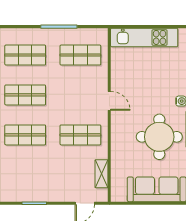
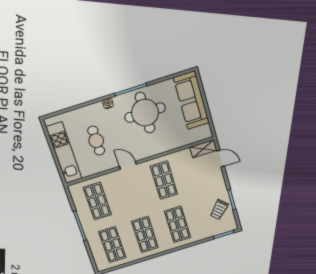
cafe table: (146, 76) -> (96, 141), added
door: (109, 101) -> (128, 165), hinge flipped
shelving: (101, 174) -> (203, 149), moved
trolley: (27, 186) -> (219, 210), added

